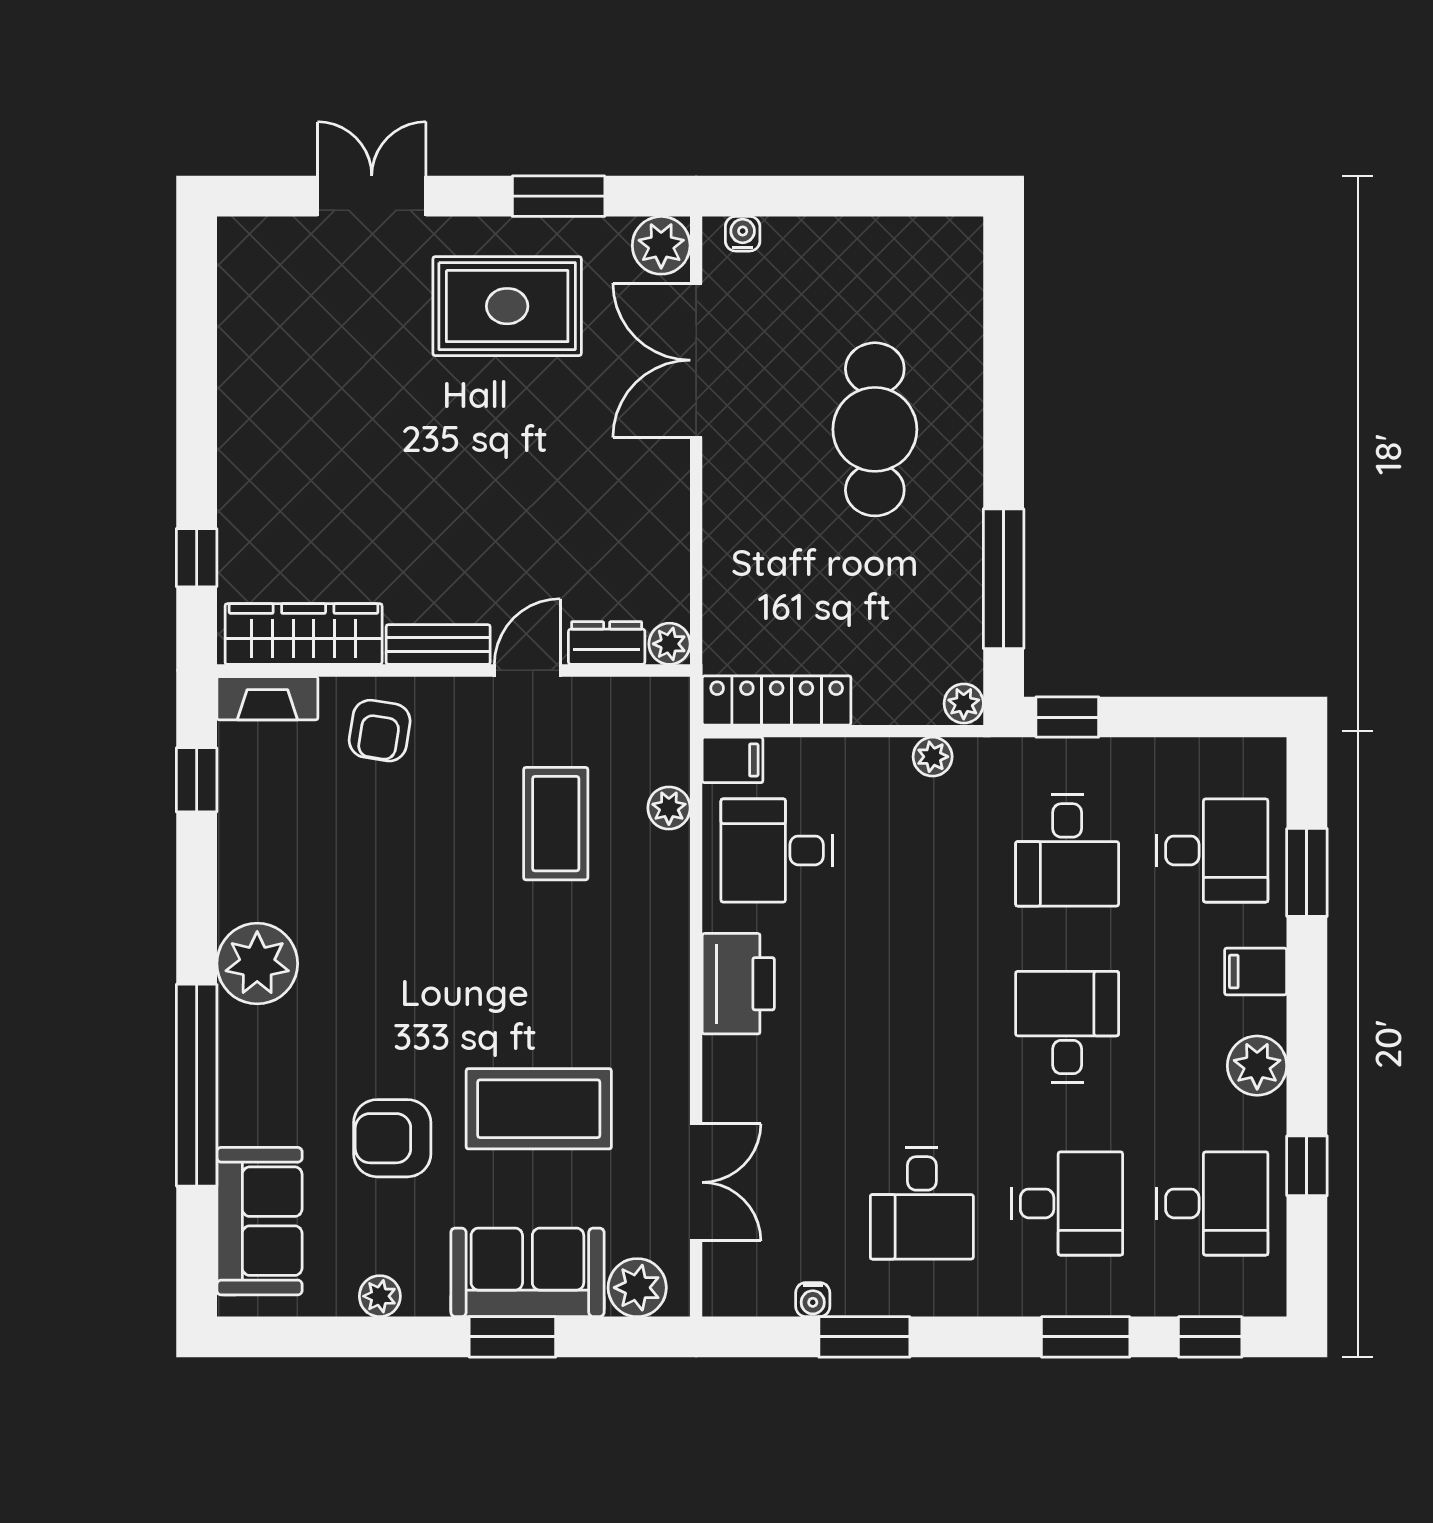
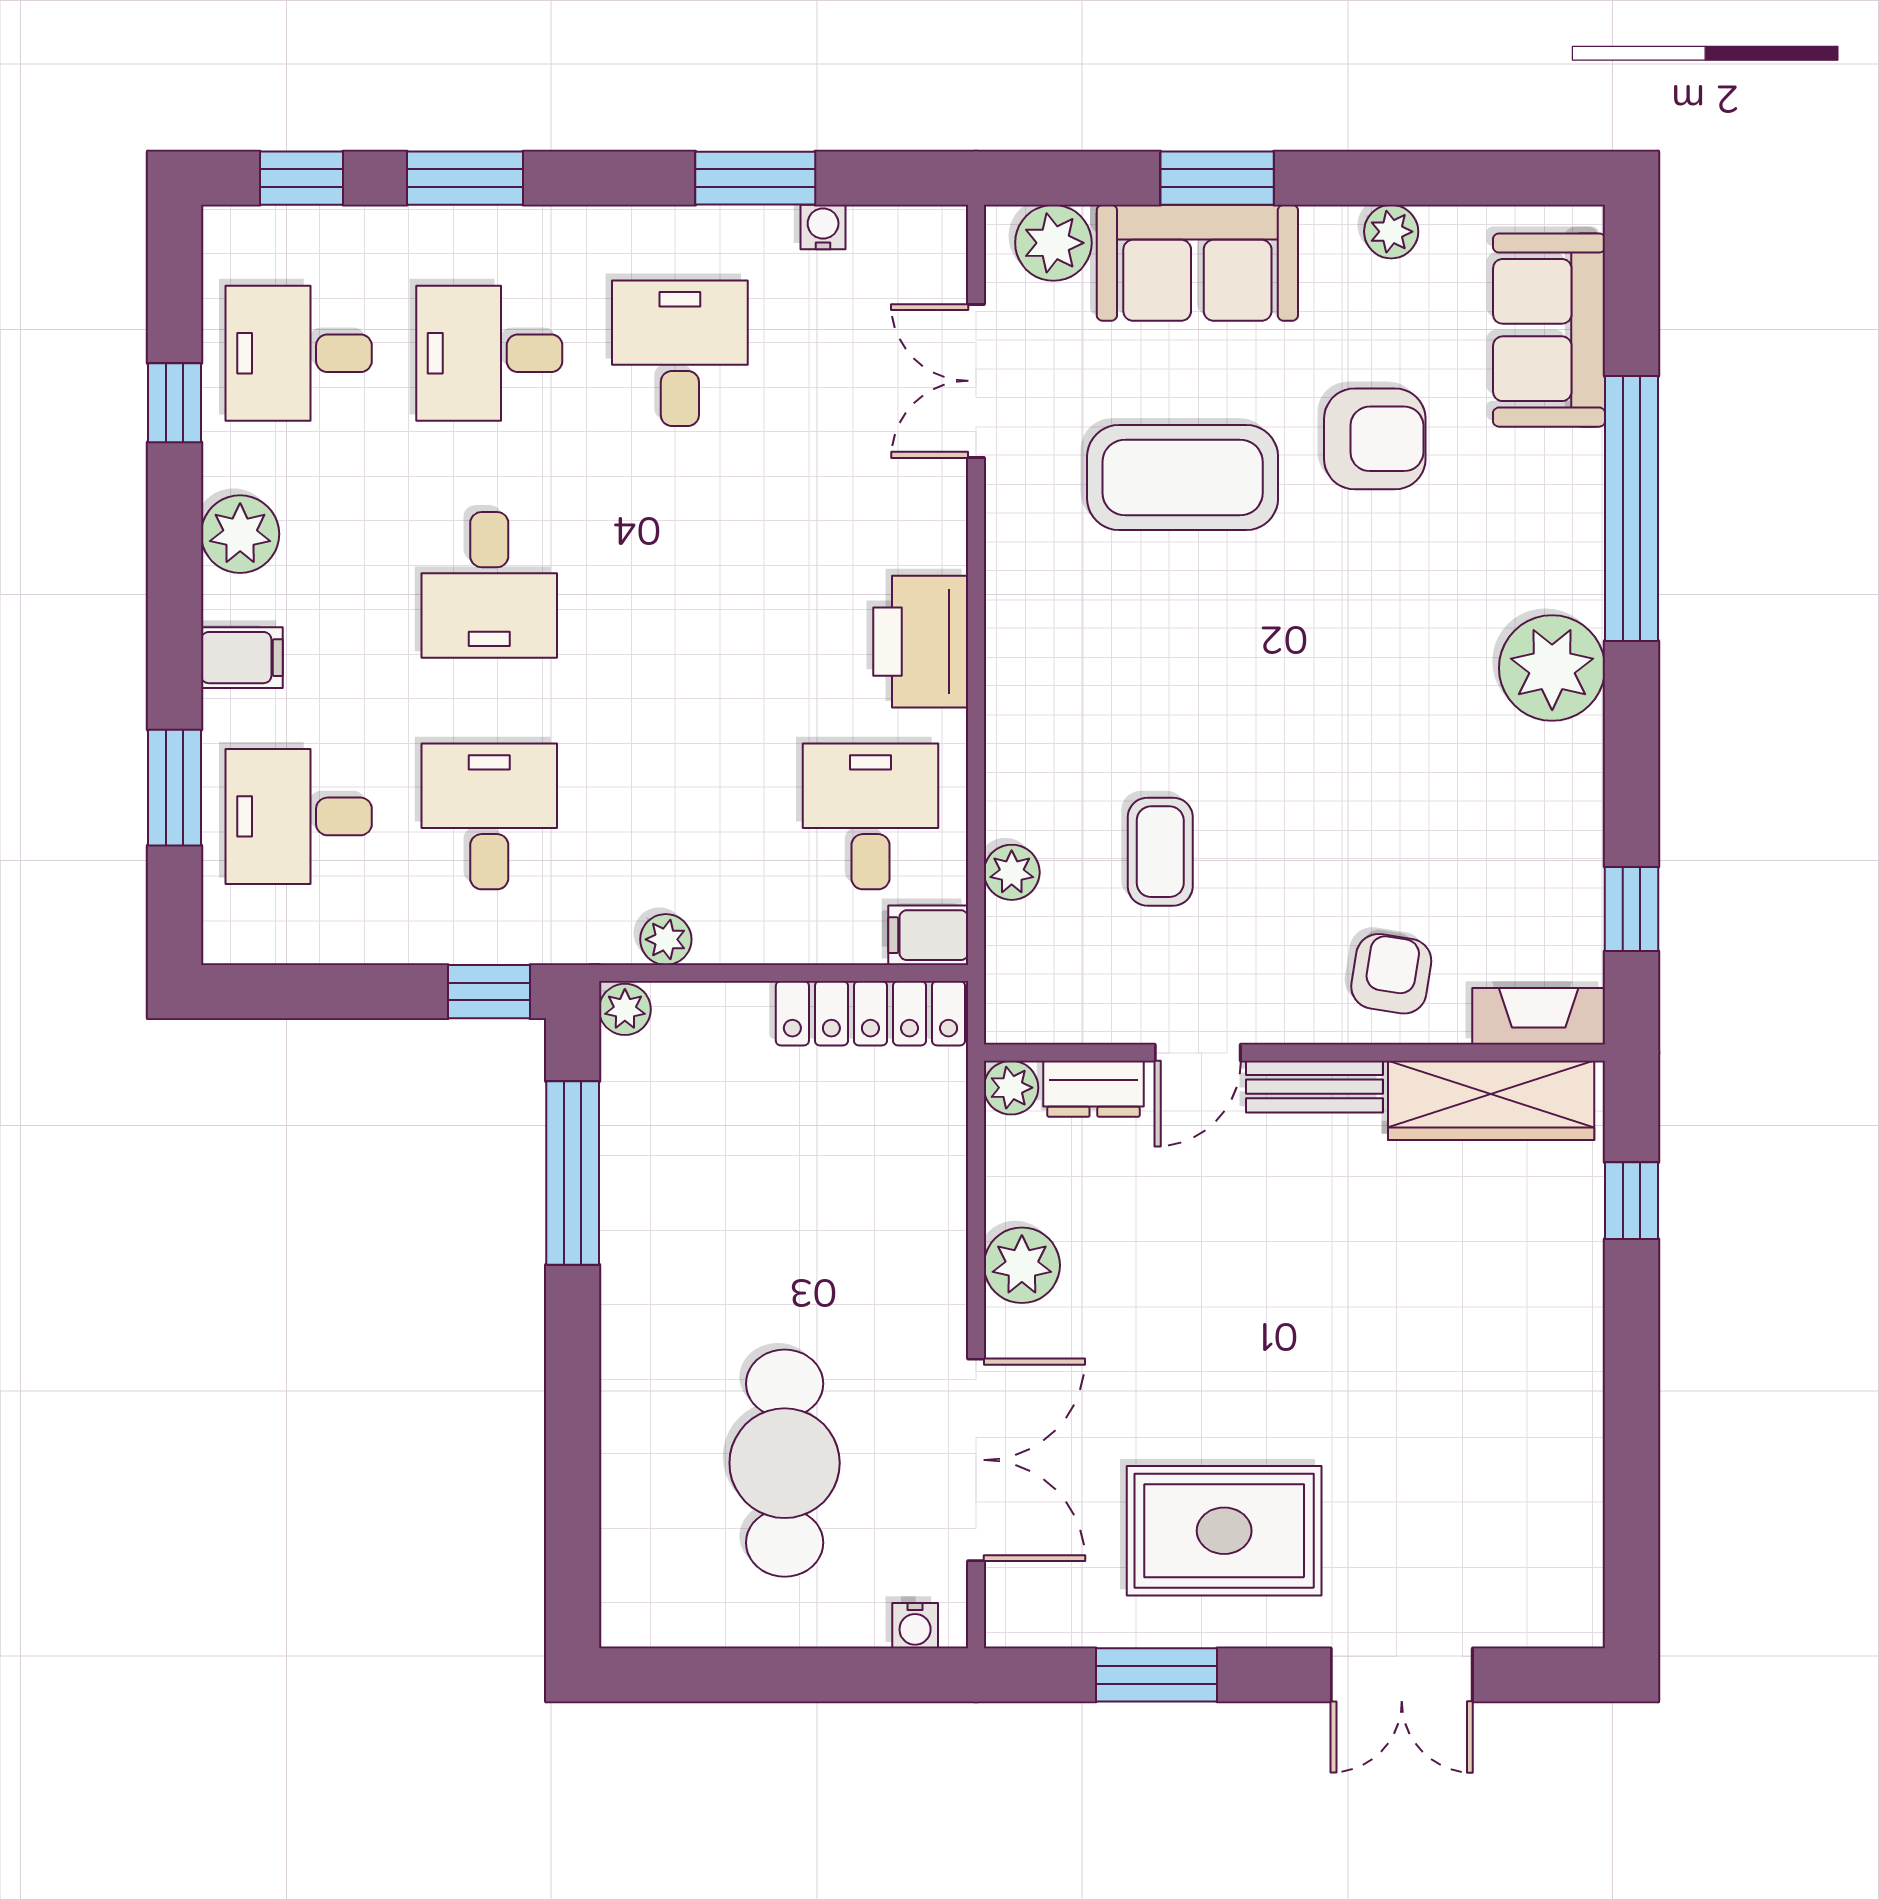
plant: (661, 245) -> (1022, 1265), moved
cafe table: (875, 429) -> (785, 1463), moved
coffee table: (556, 824) -> (1160, 852), width x0.73, depth x0.77
desk: (777, 850) -> (870, 816), turned -90

